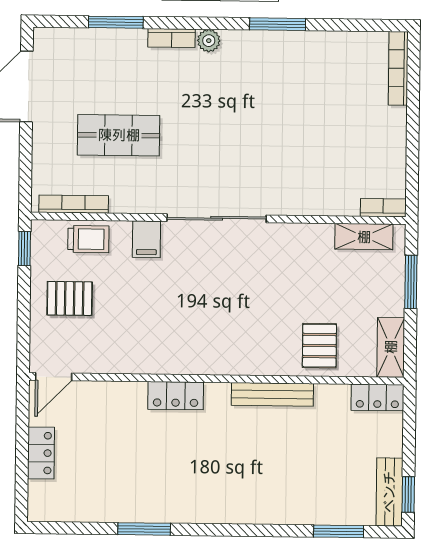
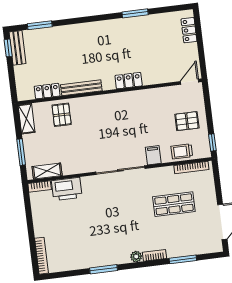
printer: (329, 195) -> (67, 189), added
locker: (377, 397) -> (47, 91), moved
locker: (41, 453) -> (189, 30), moved

